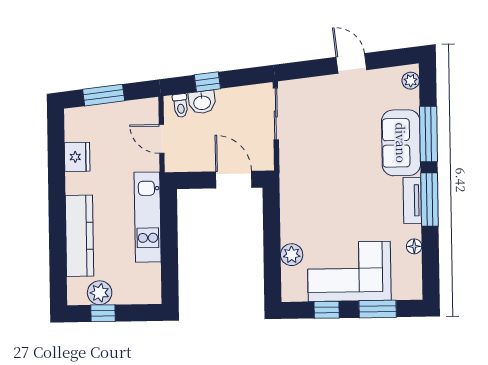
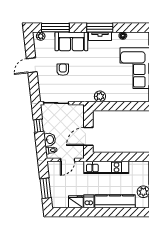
window: (207, 82) -> (38, 126), moved
armchair: (344, 126) -> (63, 70), added
window: (428, 134) -> (55, 28), moved
door: (234, 180) -> (88, 136), moved
dishwasher: (78, 183) -> (89, 201), added
plant: (292, 255) -> (100, 96), moved

